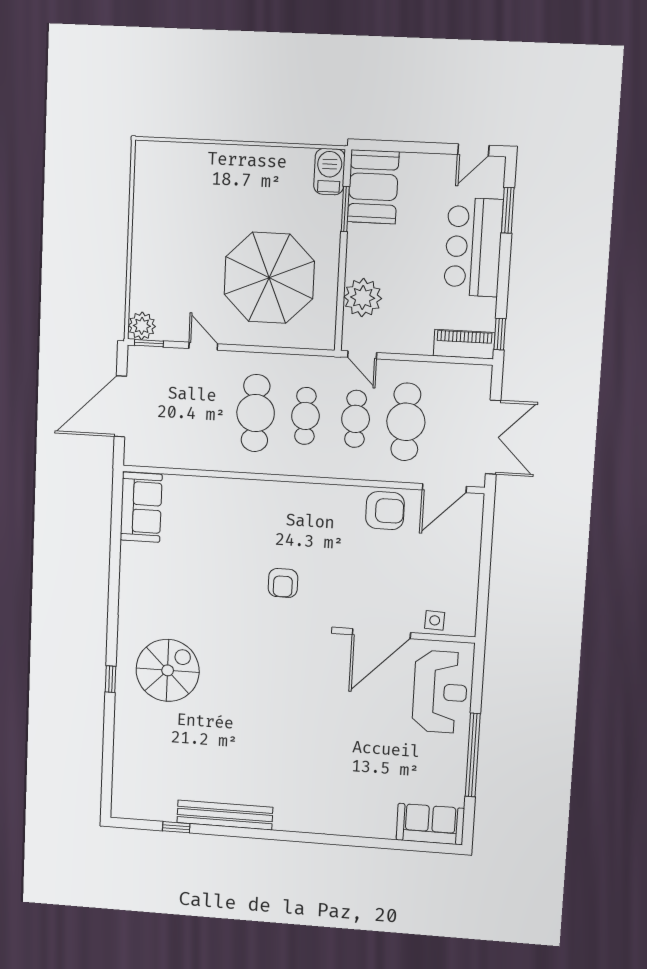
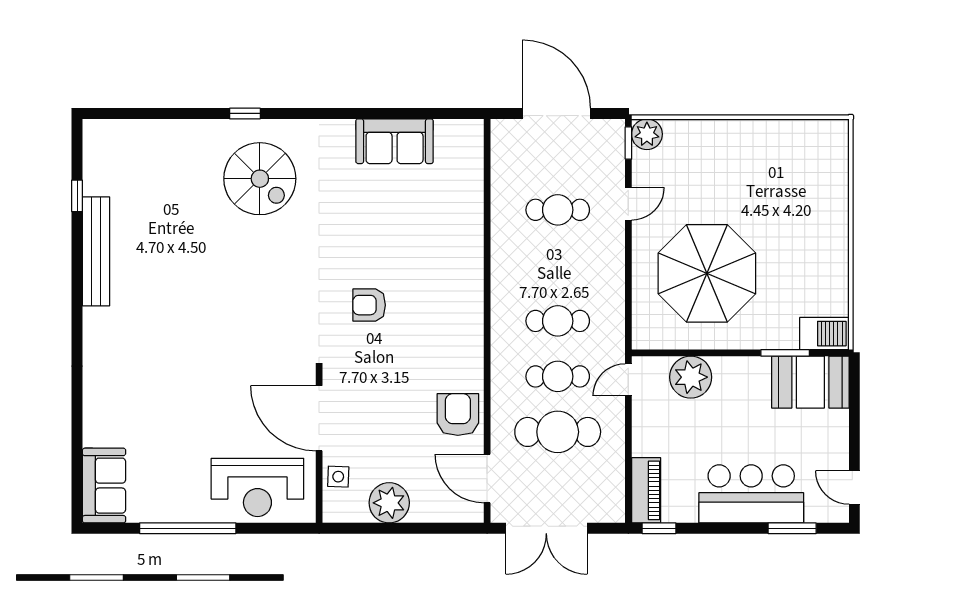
cafe table: (256, 413) -> (558, 210), moved, width x0.73, depth x0.74
sofa: (141, 507) -> (395, 141), moved
armchair: (385, 511) -> (458, 415), turned 180
plant: (461, 577) -> (389, 503), added

